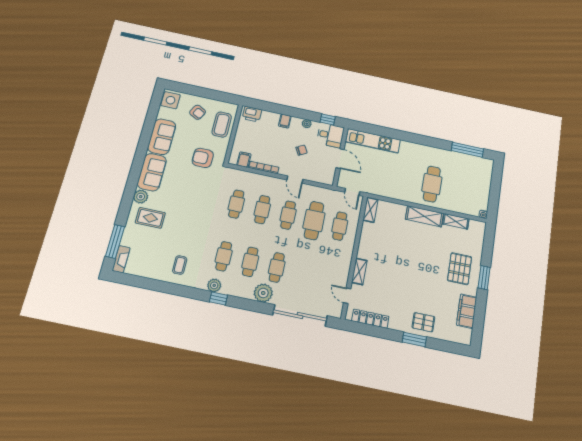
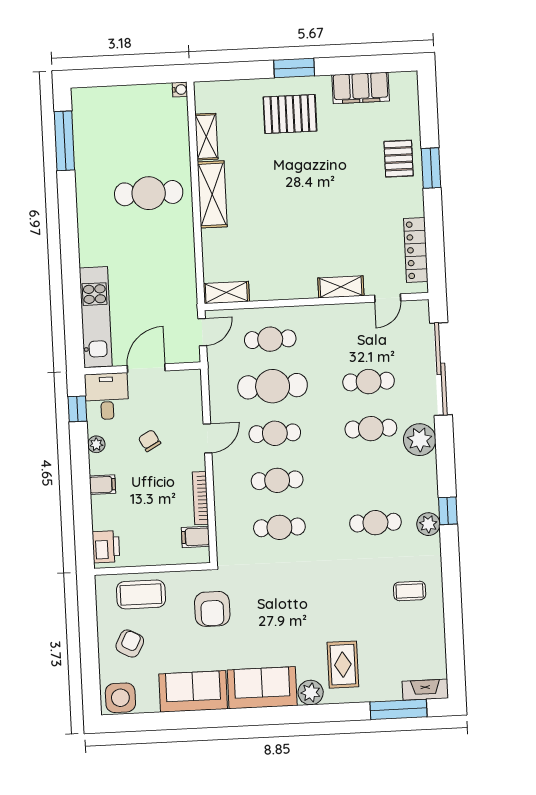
cafe table: (250, 262) -> (369, 382), moved

